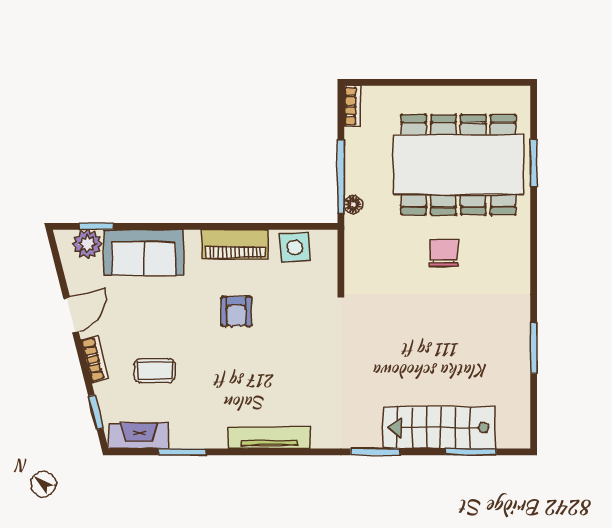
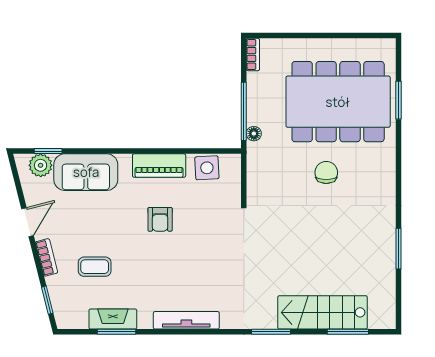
fireplace: (139, 436) -> (113, 319), moved

